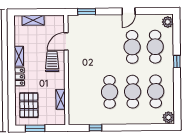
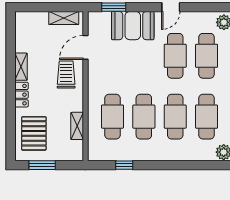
shelving: (33, 20) -> (64, 18), moved
booth: (101, 25) -> (133, 26), added
cafe table: (87, 92) -> (113, 117), added

